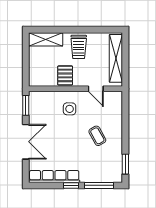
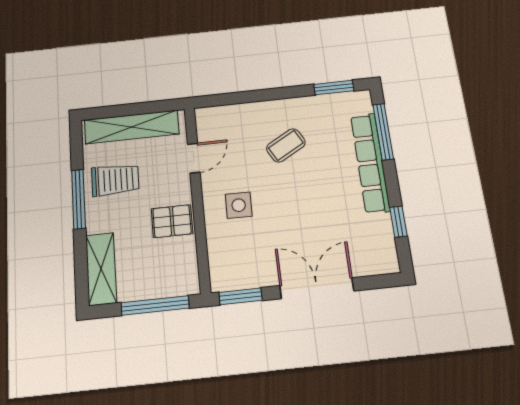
window: (81, 30) -> (79, 199), added
trolley: (79, 47) -> (115, 180), moved
window: (26, 64) -> (155, 305), added
row of seats: (54, 177) -> (370, 163), moved
window: (71, 185) -> (398, 222), moved

